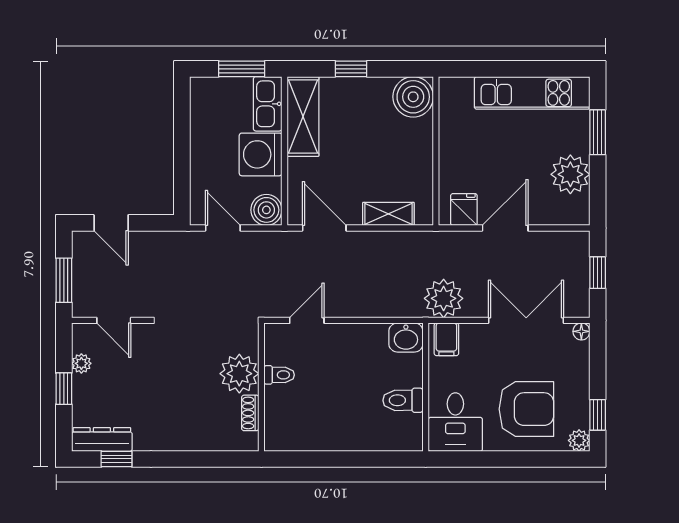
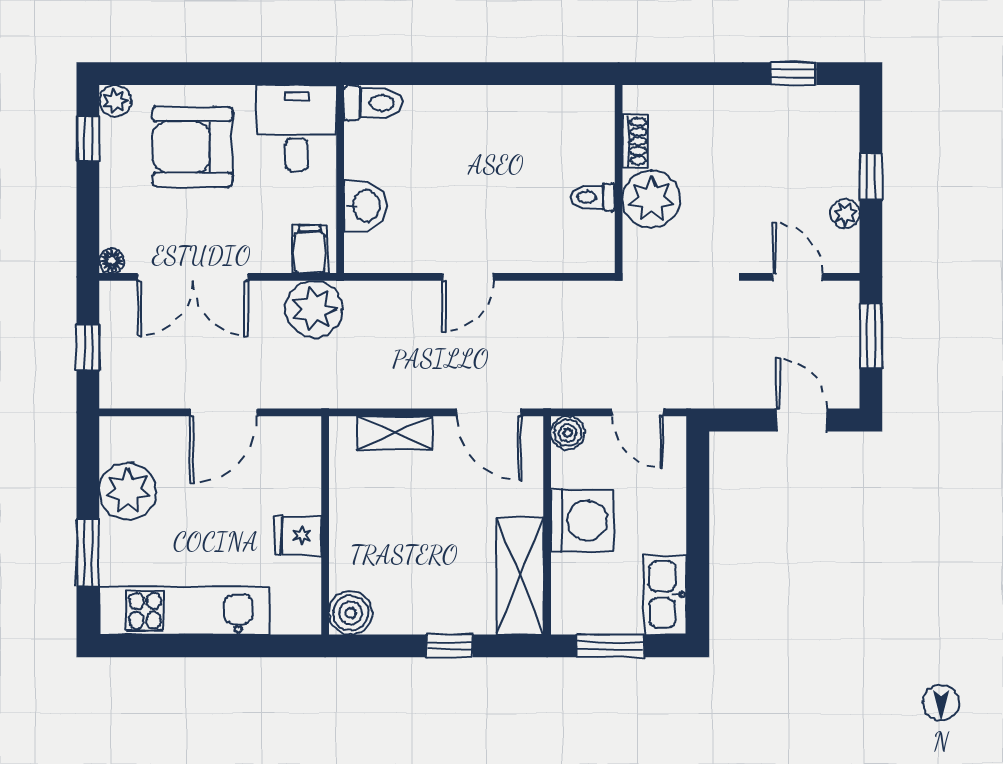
boiler: (413, 97) -> (351, 613), width x0.73, depth x0.73
kitchen sink: (268, 104) -> (665, 595), moved, turned 180
boiler: (266, 210) -> (568, 433), width x0.73, depth x0.73
fridge: (464, 210) -> (298, 536), moved, turned 90
door: (307, 320) -> (468, 277), moved
washbasin: (406, 338) -> (365, 206), moved, turned 90
plant: (239, 374) -> (651, 199), moved
toilet: (279, 375) -> (593, 197), moved
wall: (261, 387) -> (619, 179), moved
toilet: (403, 400) -> (373, 103), moved
shoe rack: (250, 413) -> (635, 141), moved
dresser: (102, 439) -> (815, 102), removed

